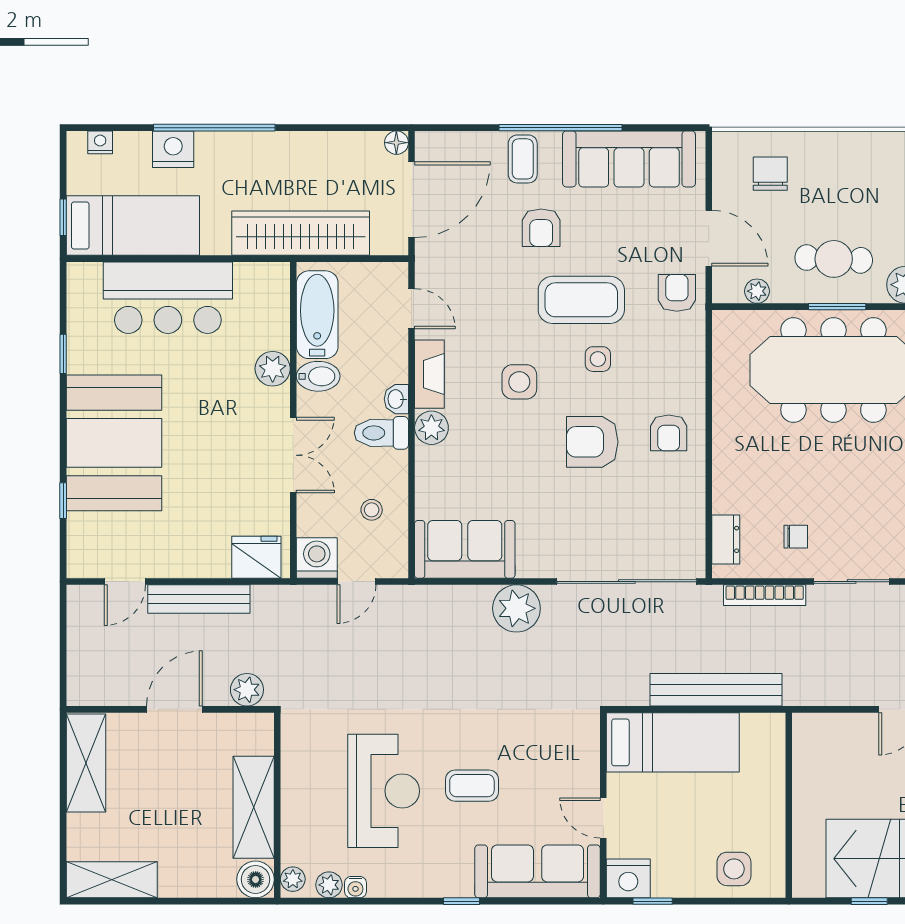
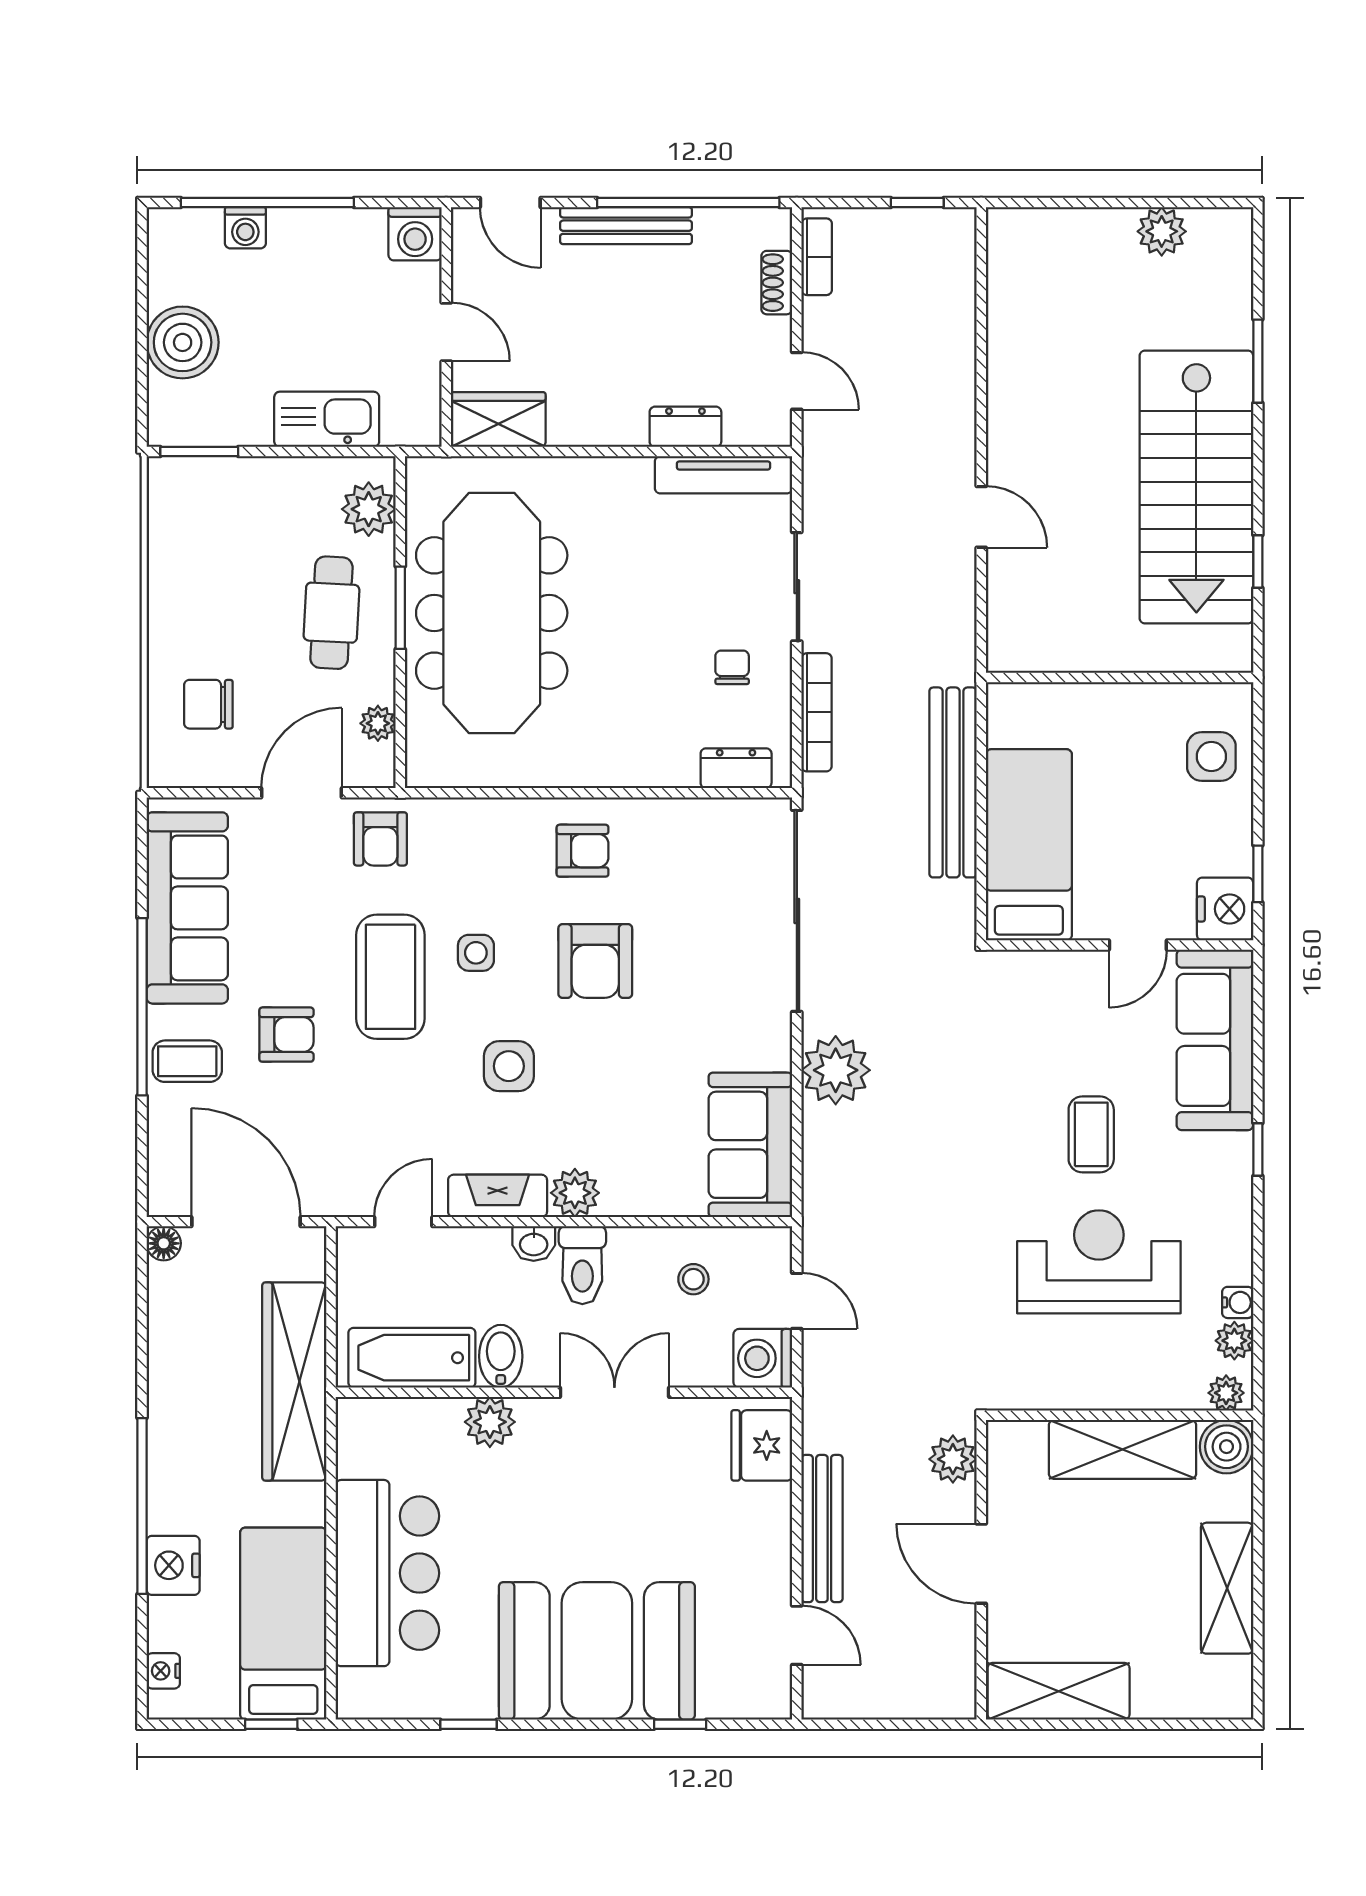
armchair: (677, 293) -> (380, 839), turned -90
shelving: (112, 880) -> (1227, 1588), moved

